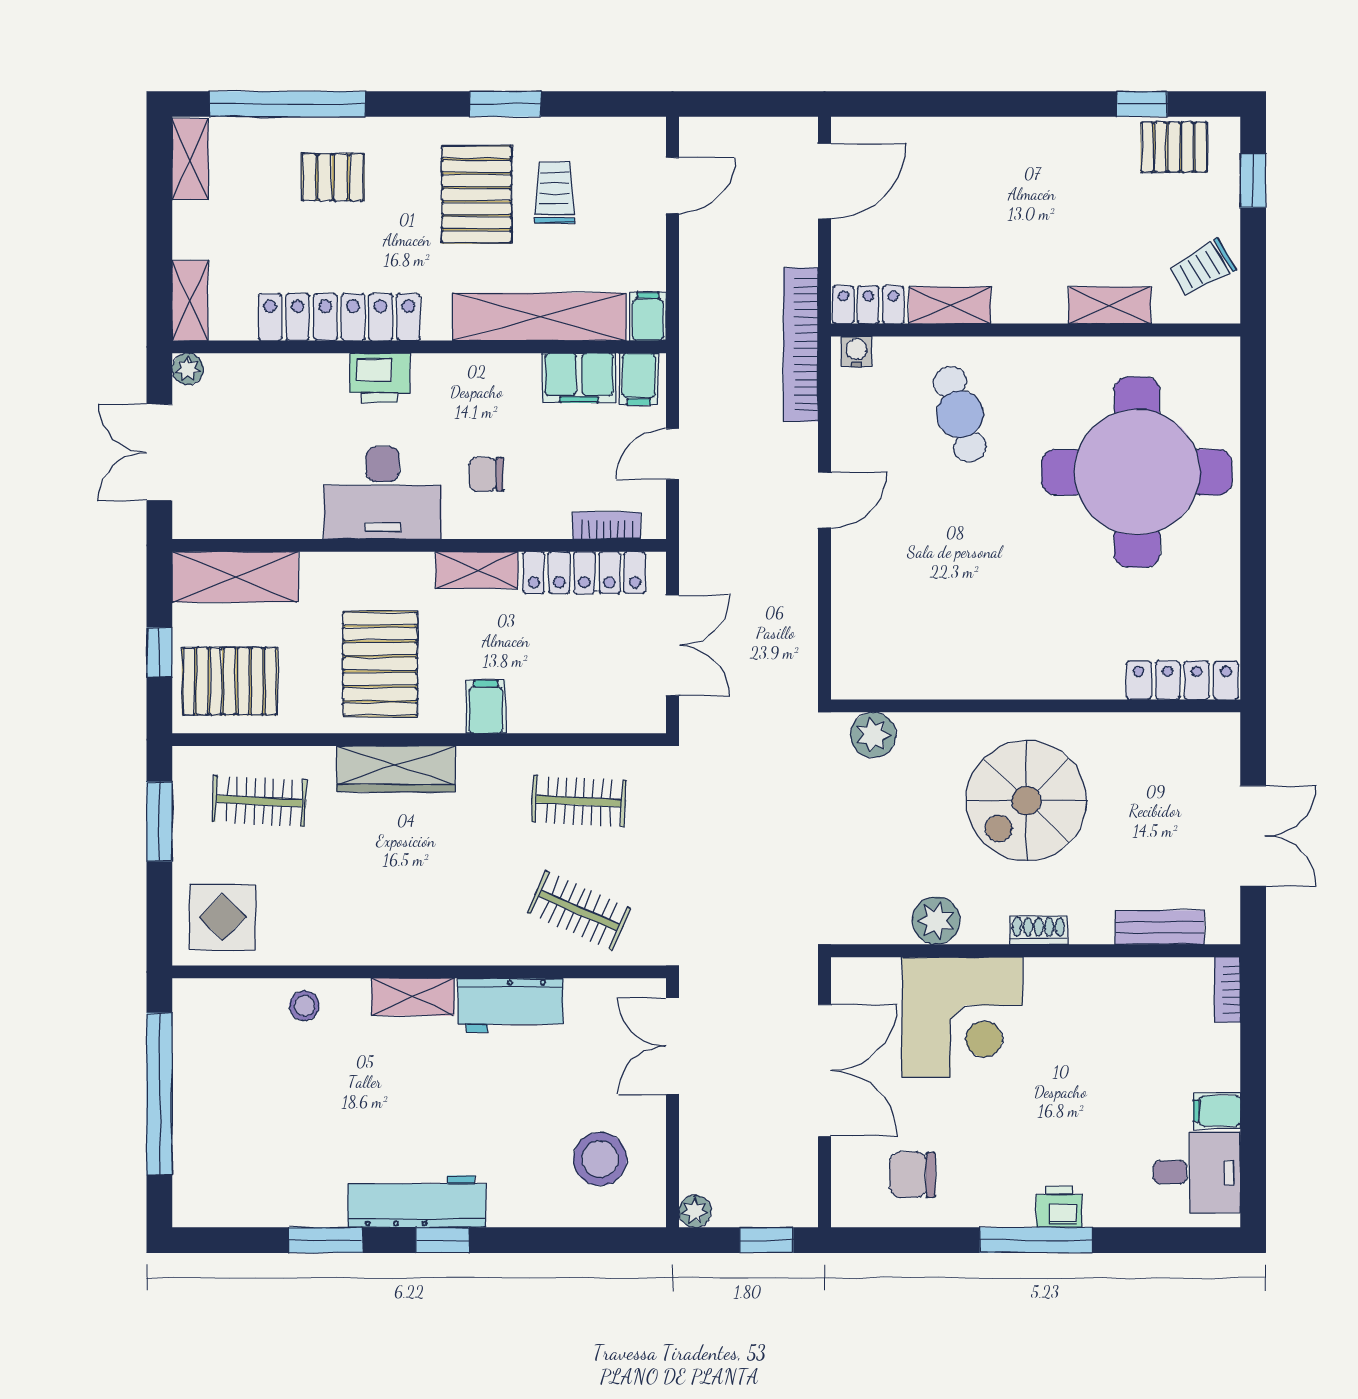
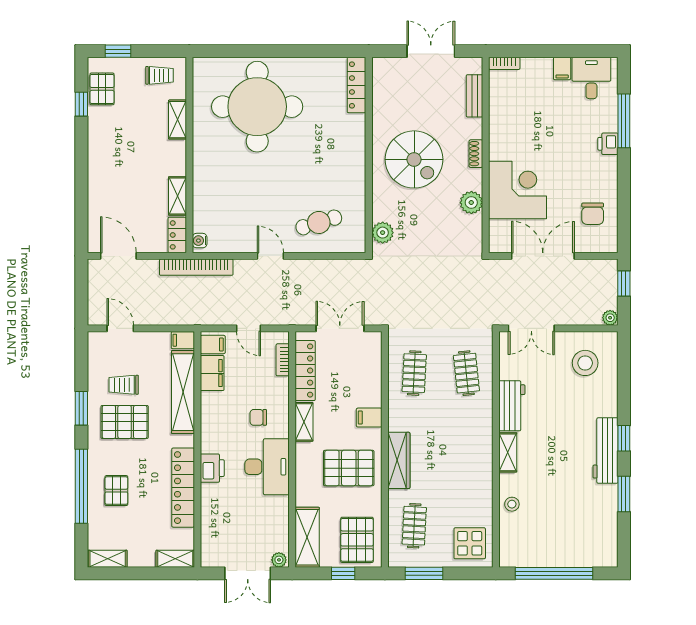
window: (287, 104) -> (81, 486), moved
trolley: (1203, 268) -> (160, 75), turned -60
plant: (188, 369) -> (279, 560), moved
cafe table: (960, 414) -> (319, 222), moved
chair: (486, 474) -> (258, 417), turned 90
clothes rail: (579, 910) -> (466, 373), turned -30
window: (1036, 1240) -> (624, 121), moved

